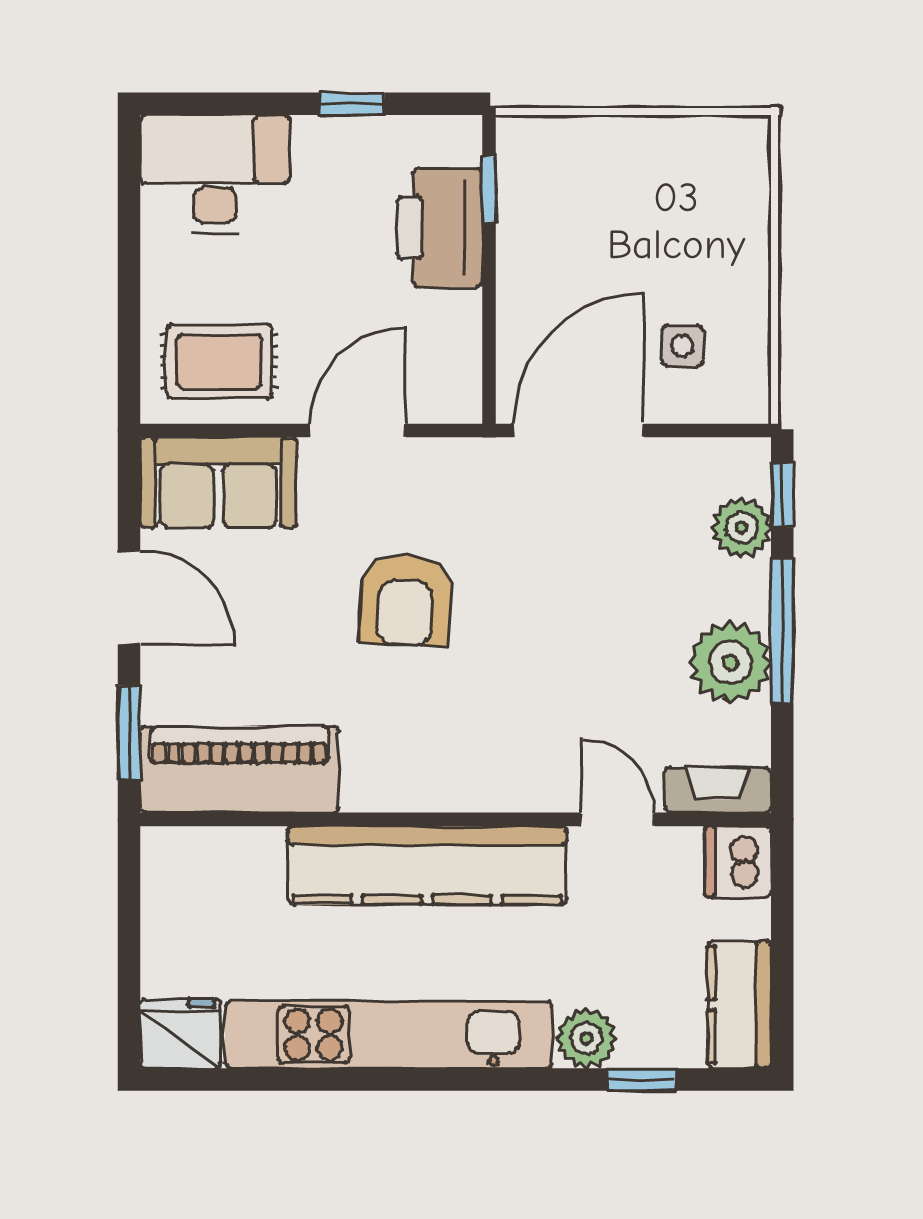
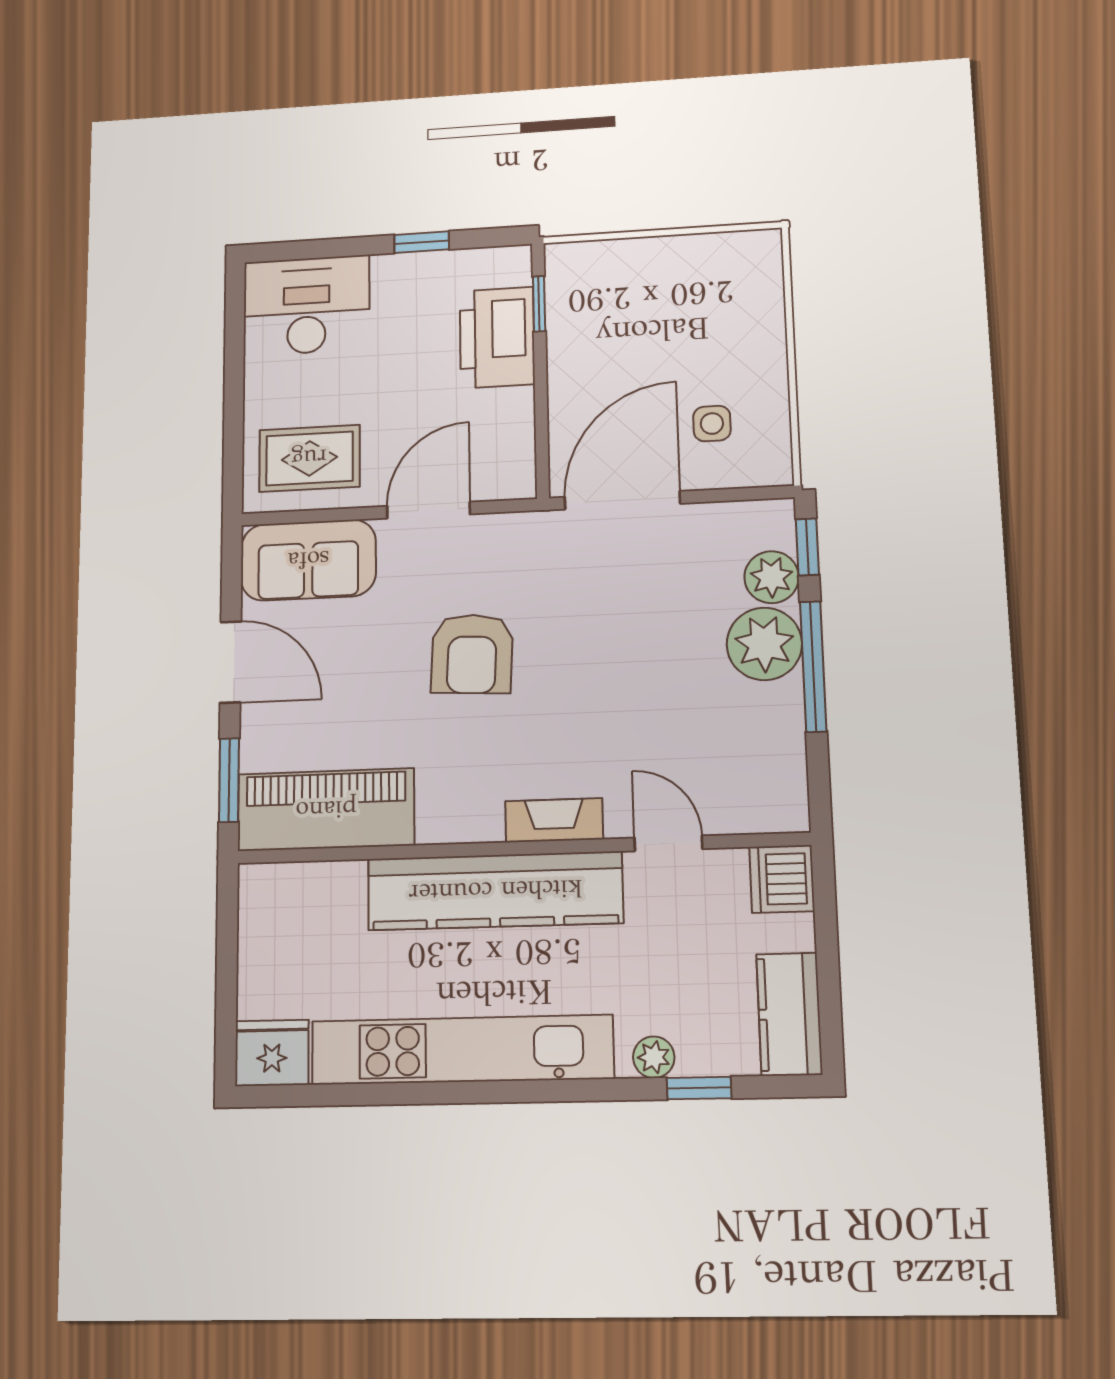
plant: (730, 662) -> (764, 644), moved
fireplace: (718, 790) -> (554, 820), moved
plant: (586, 1038) -> (654, 1057), width x0.73, depth x0.73

